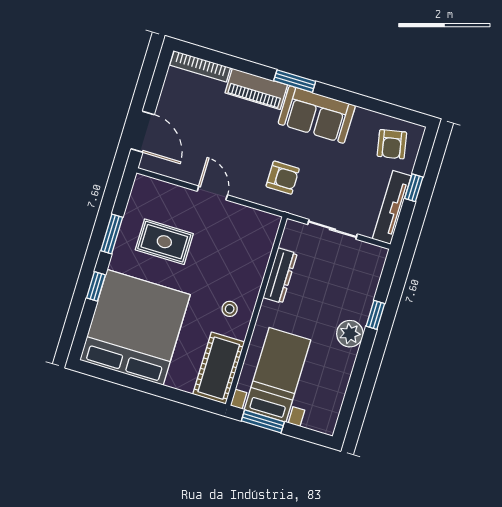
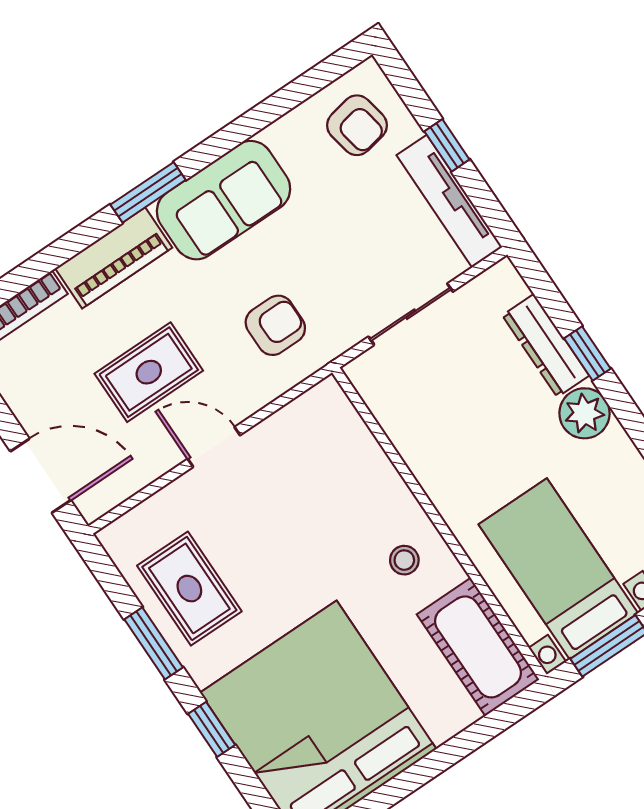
rug: (221, 141) -> (149, 372), added
rug: (164, 242) -> (189, 589), moved, turned 90
dresser: (280, 276) -> (546, 346), moved, turned 180

